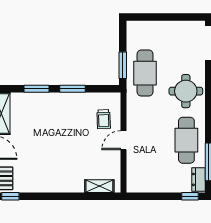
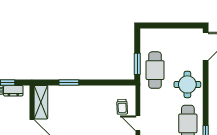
window: (72, 89) -> (97, 83), removed
door: (123, 140) -> (138, 123), hinge flipped

